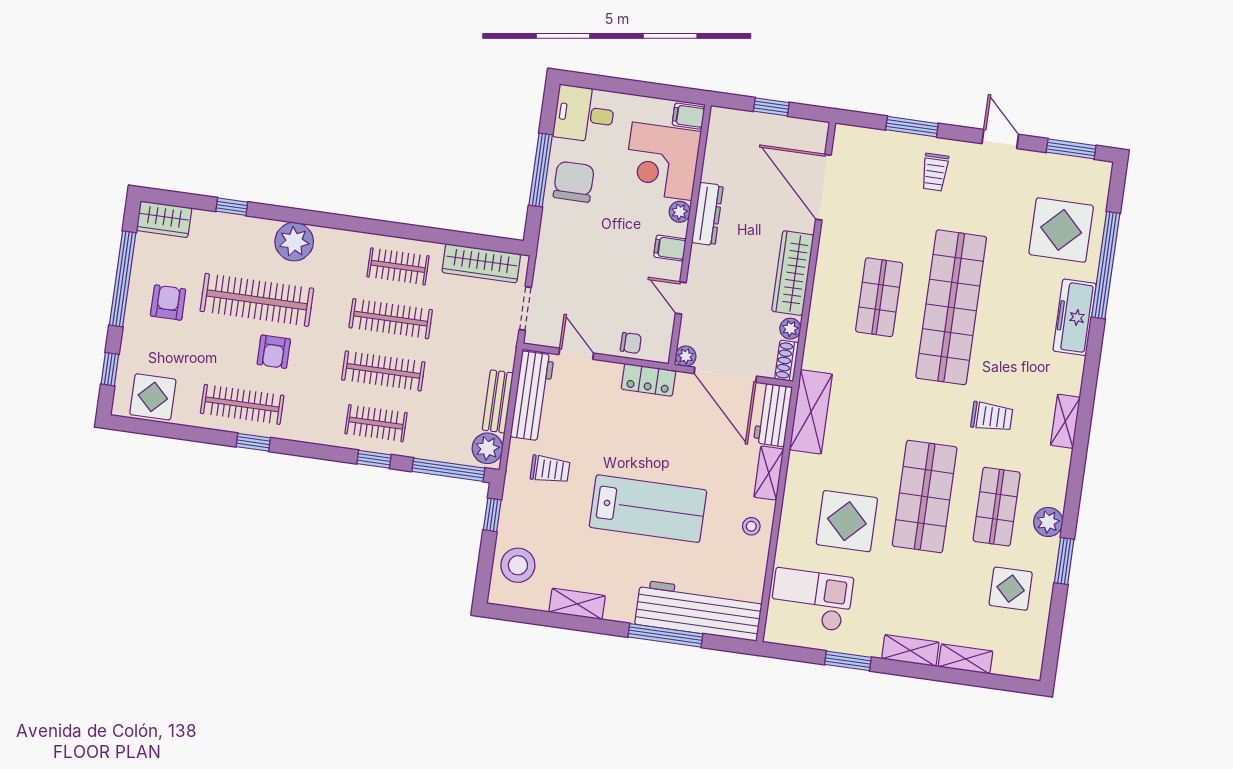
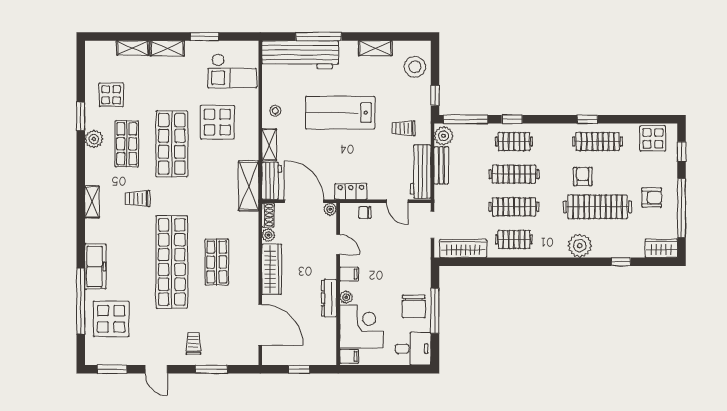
armchair: (168, 302) -> (652, 198), turned -90

